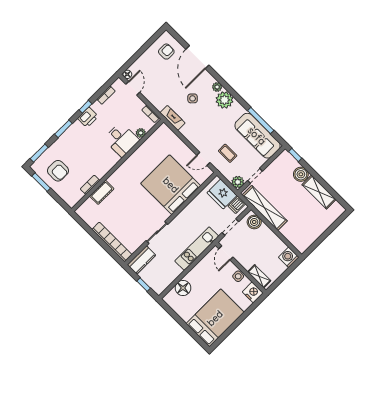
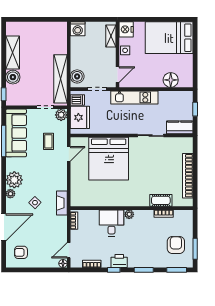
plant: (141, 133) -> (129, 214), moved
door: (203, 159) -> (69, 154), hinge flipped
bookcase: (112, 242) -> (188, 176), moved

